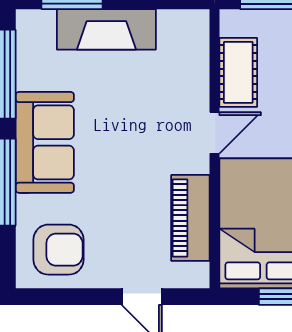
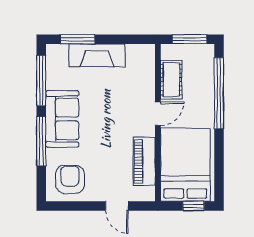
armchair: (58, 250) -> (70, 179), turned -90

